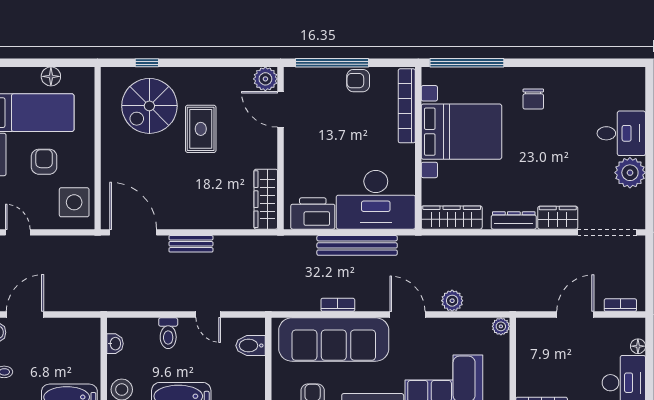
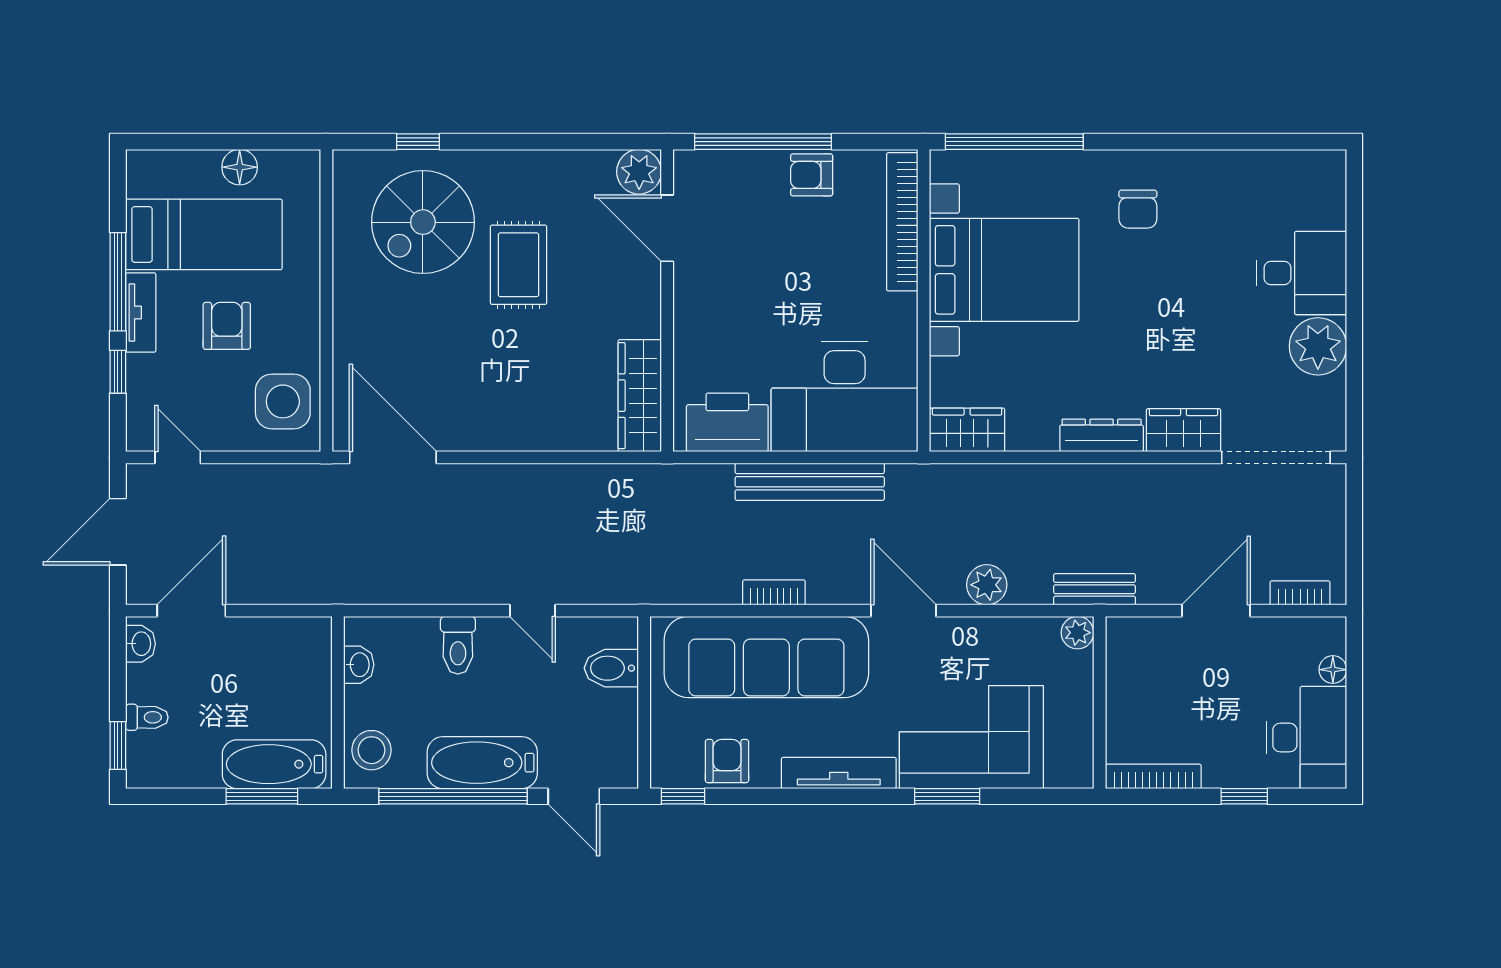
wardrobe: (452, 218) -> (967, 430), width x0.67
bench: (191, 244) -> (1095, 589), moved

